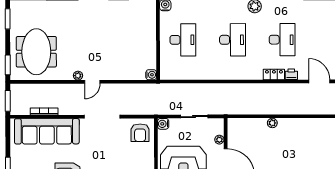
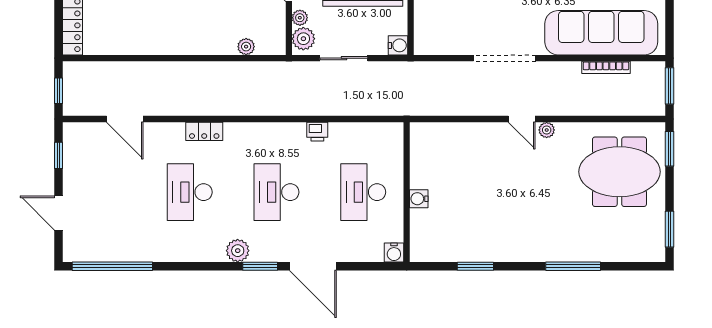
meeting table: (36, 52) -> (619, 172), turned 90
printer: (291, 74) -> (317, 132), moved
water cooler: (151, 75) -> (419, 199), moved
door: (92, 82) -> (522, 119), swing flipped
plant: (272, 123) -> (246, 47), moved
plant: (217, 128) -> (303, 39), added
armchair: (140, 133) -> (438, 30), removed

